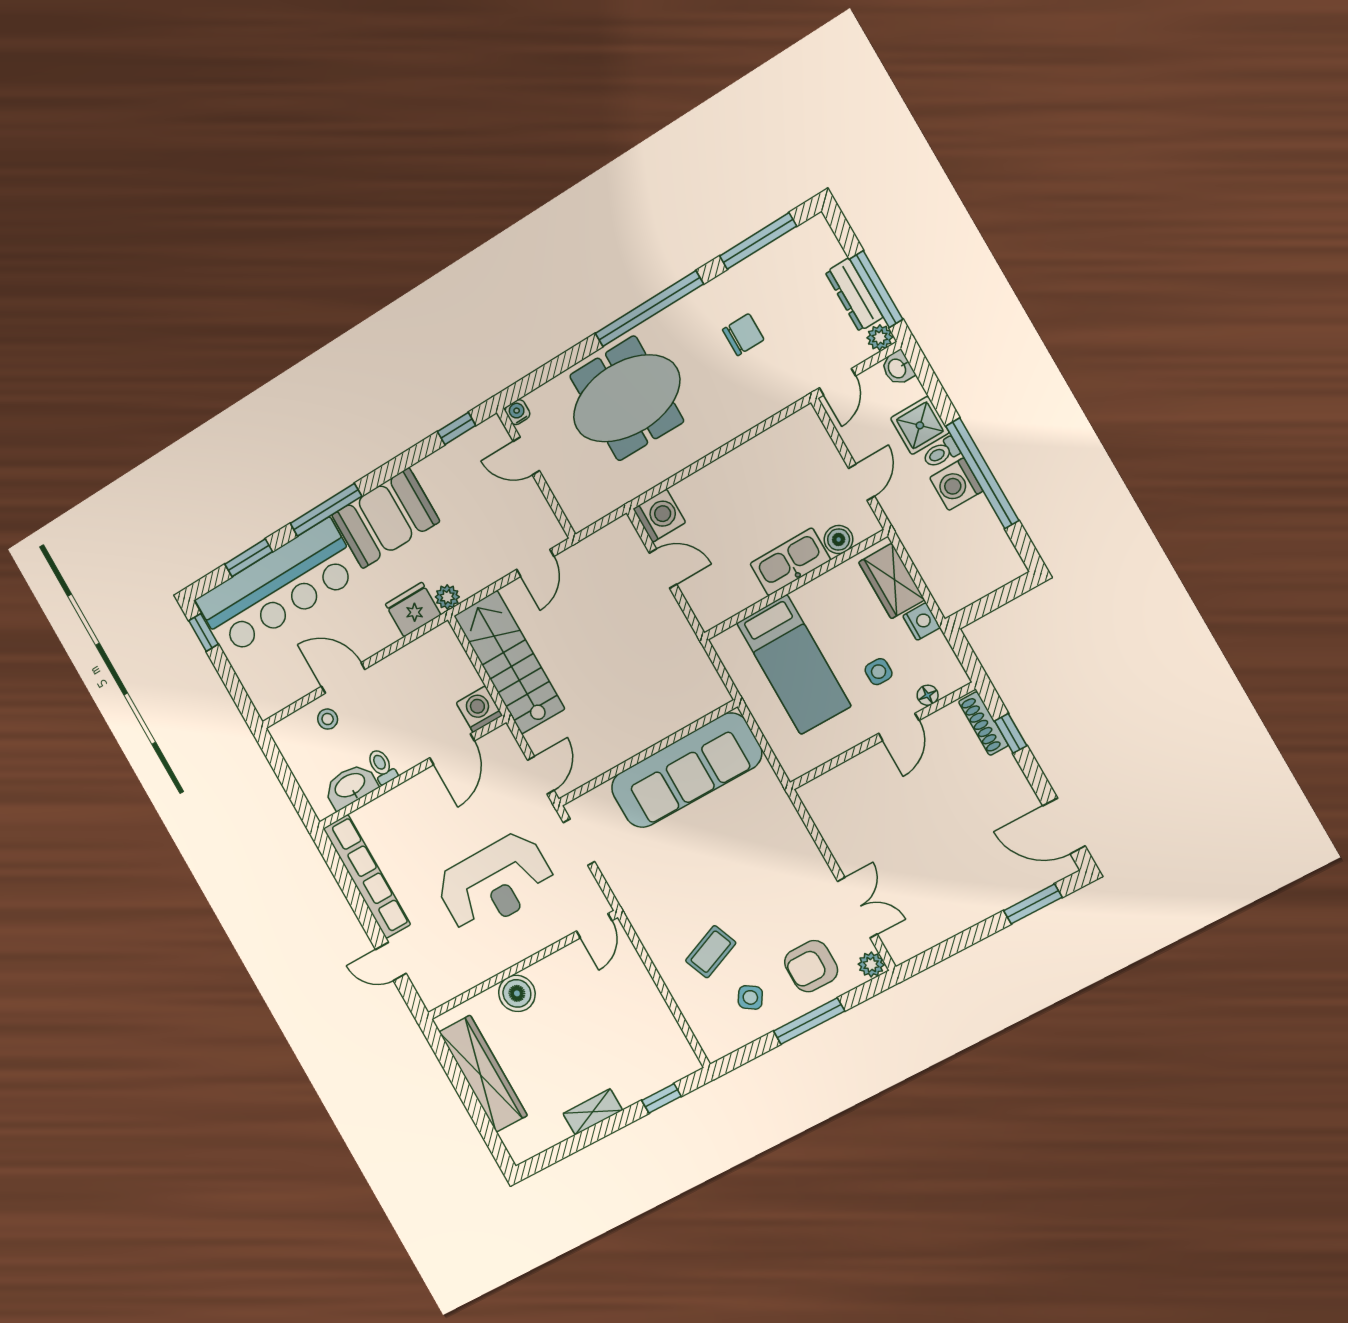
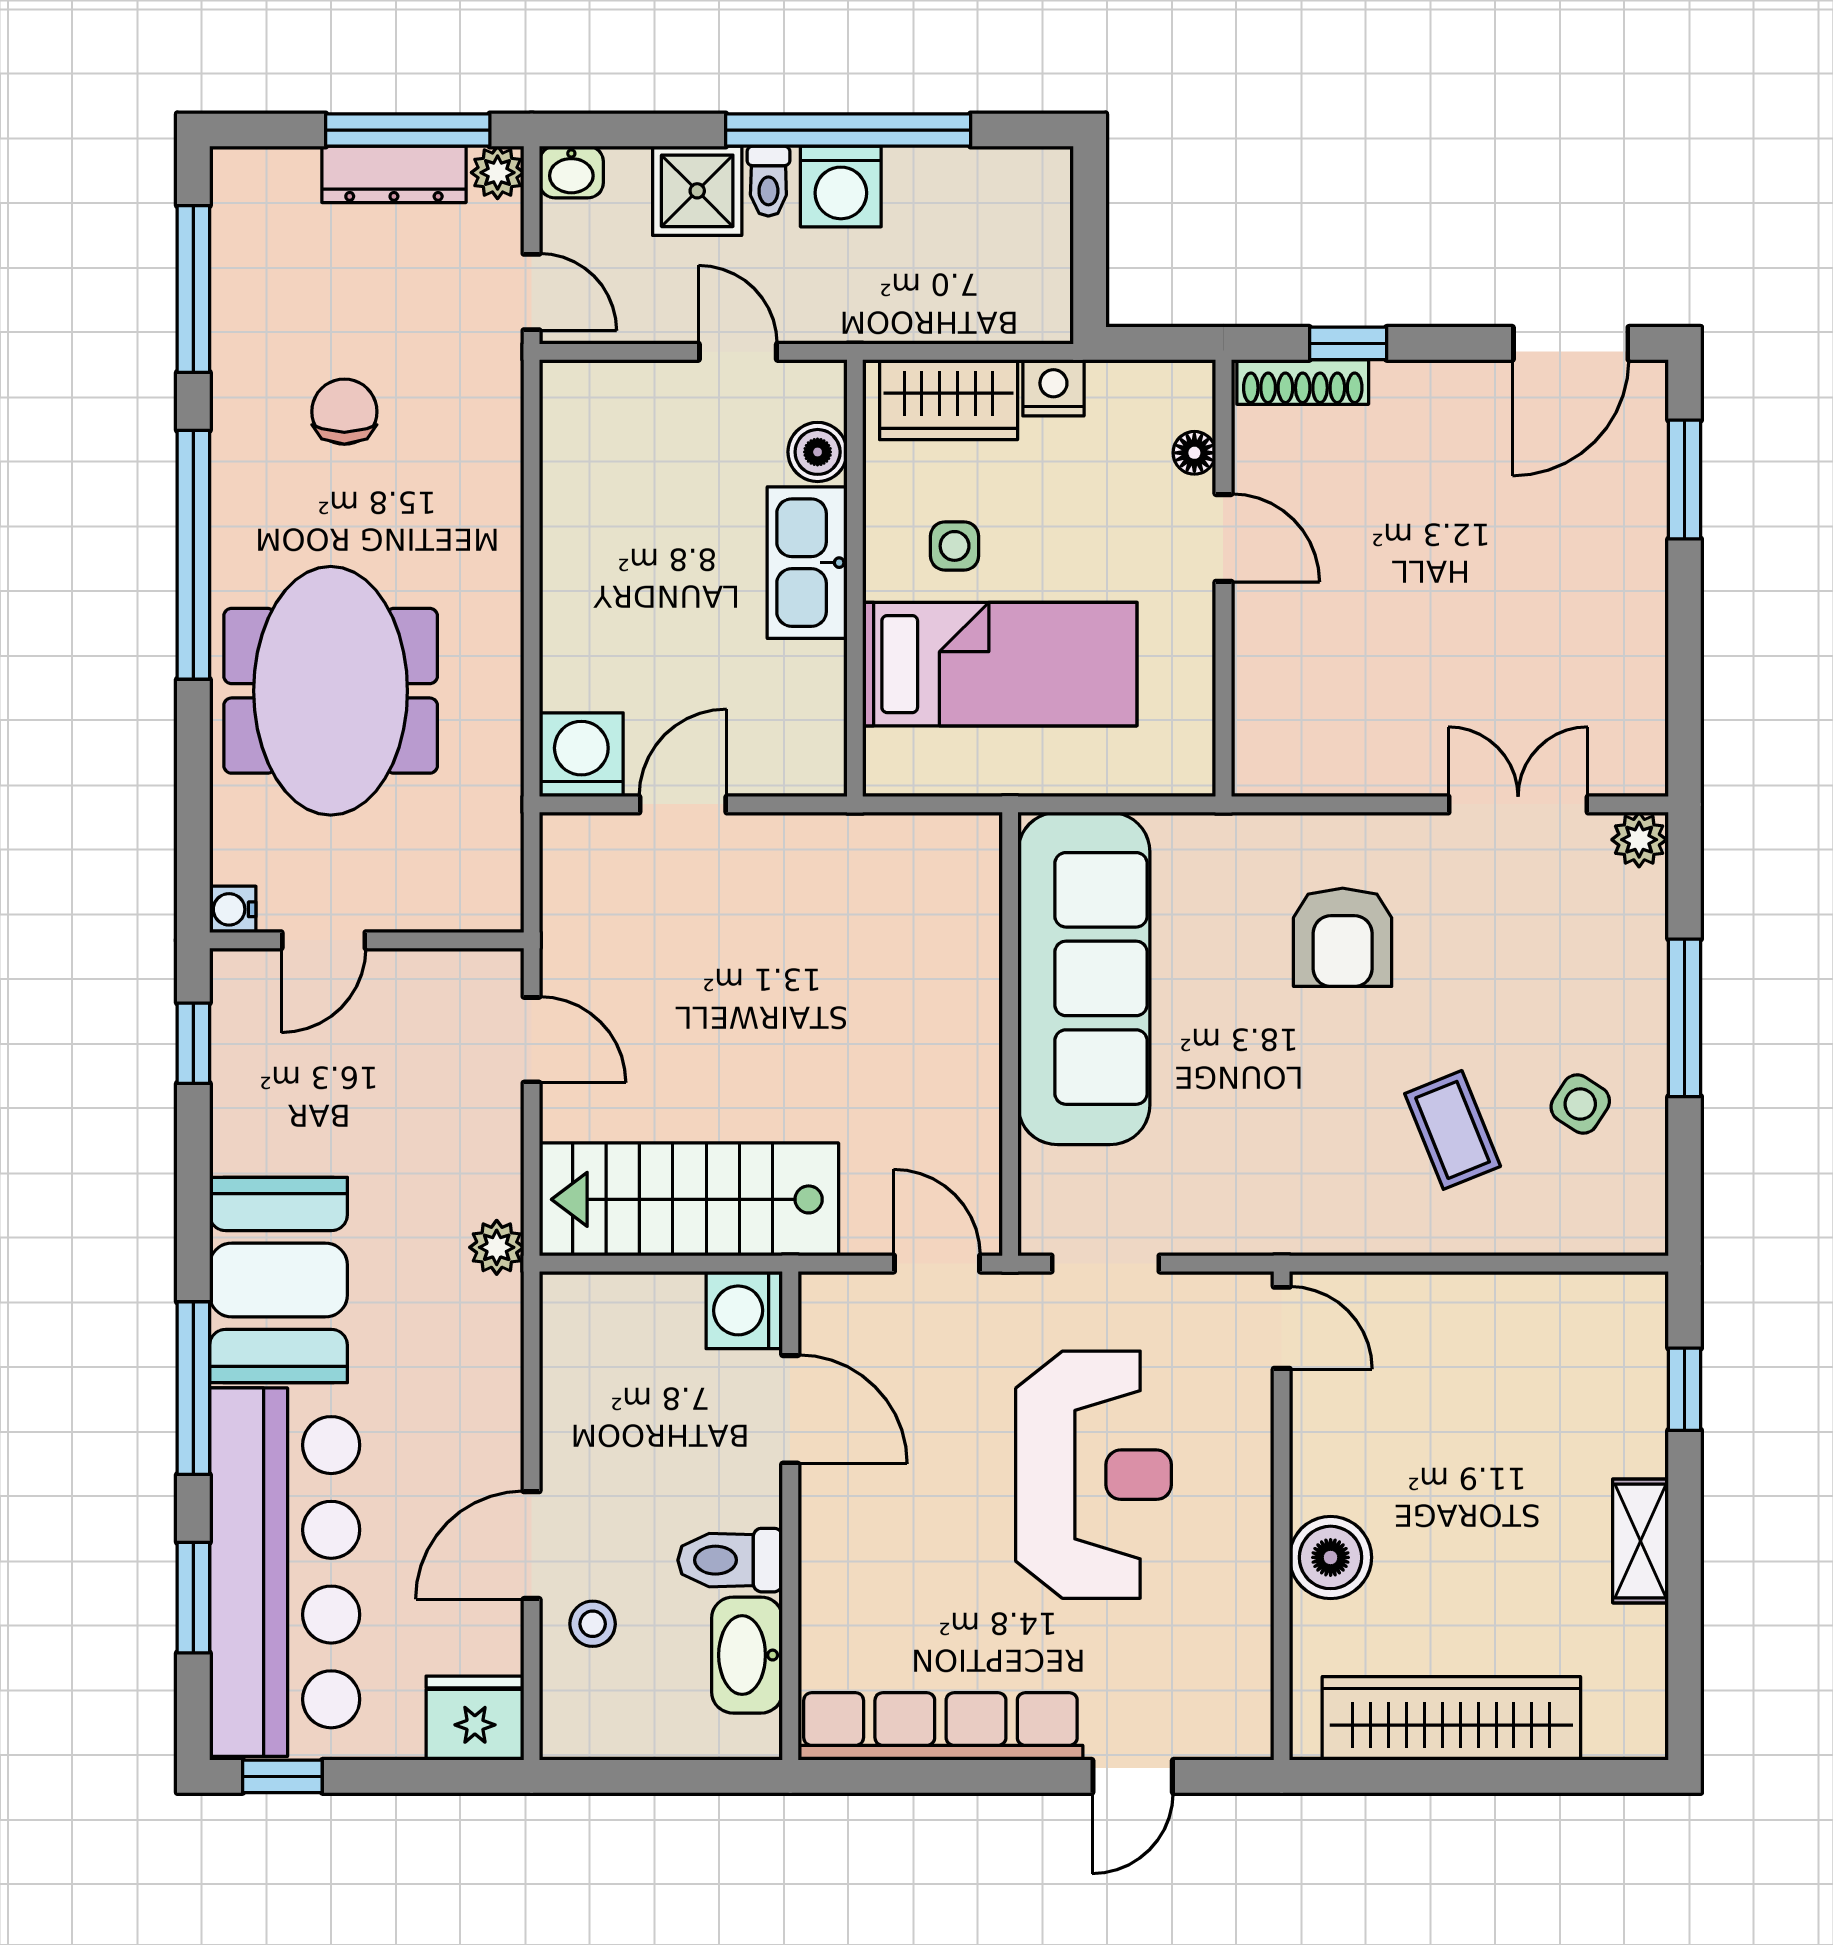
fridge: (413, 610) -> (475, 1718), moved, turned 90
side table: (879, 672) -> (955, 546), moved
toilet: (382, 766) -> (730, 1560), width x1.37, depth x1.39
armchair: (811, 966) -> (1343, 937), moved

